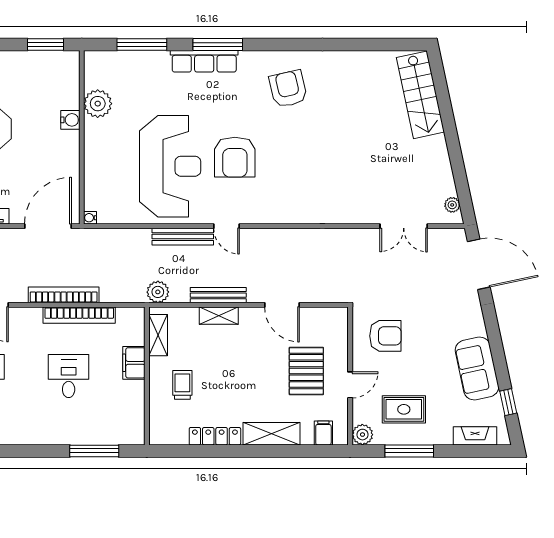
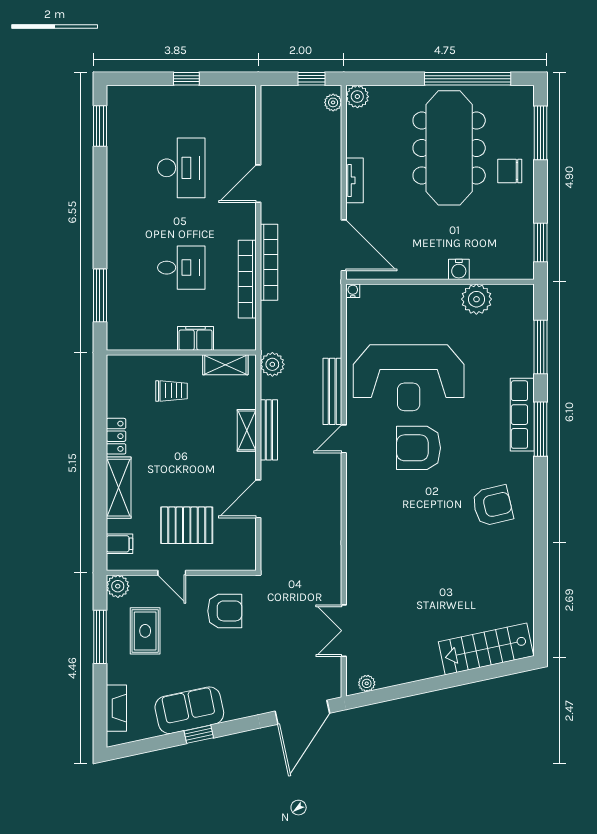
armchair: (385, 336) -> (225, 611), turned -90
window: (508, 402) -> (199, 734), moved
locker: (215, 436) -> (116, 436), width x0.66

